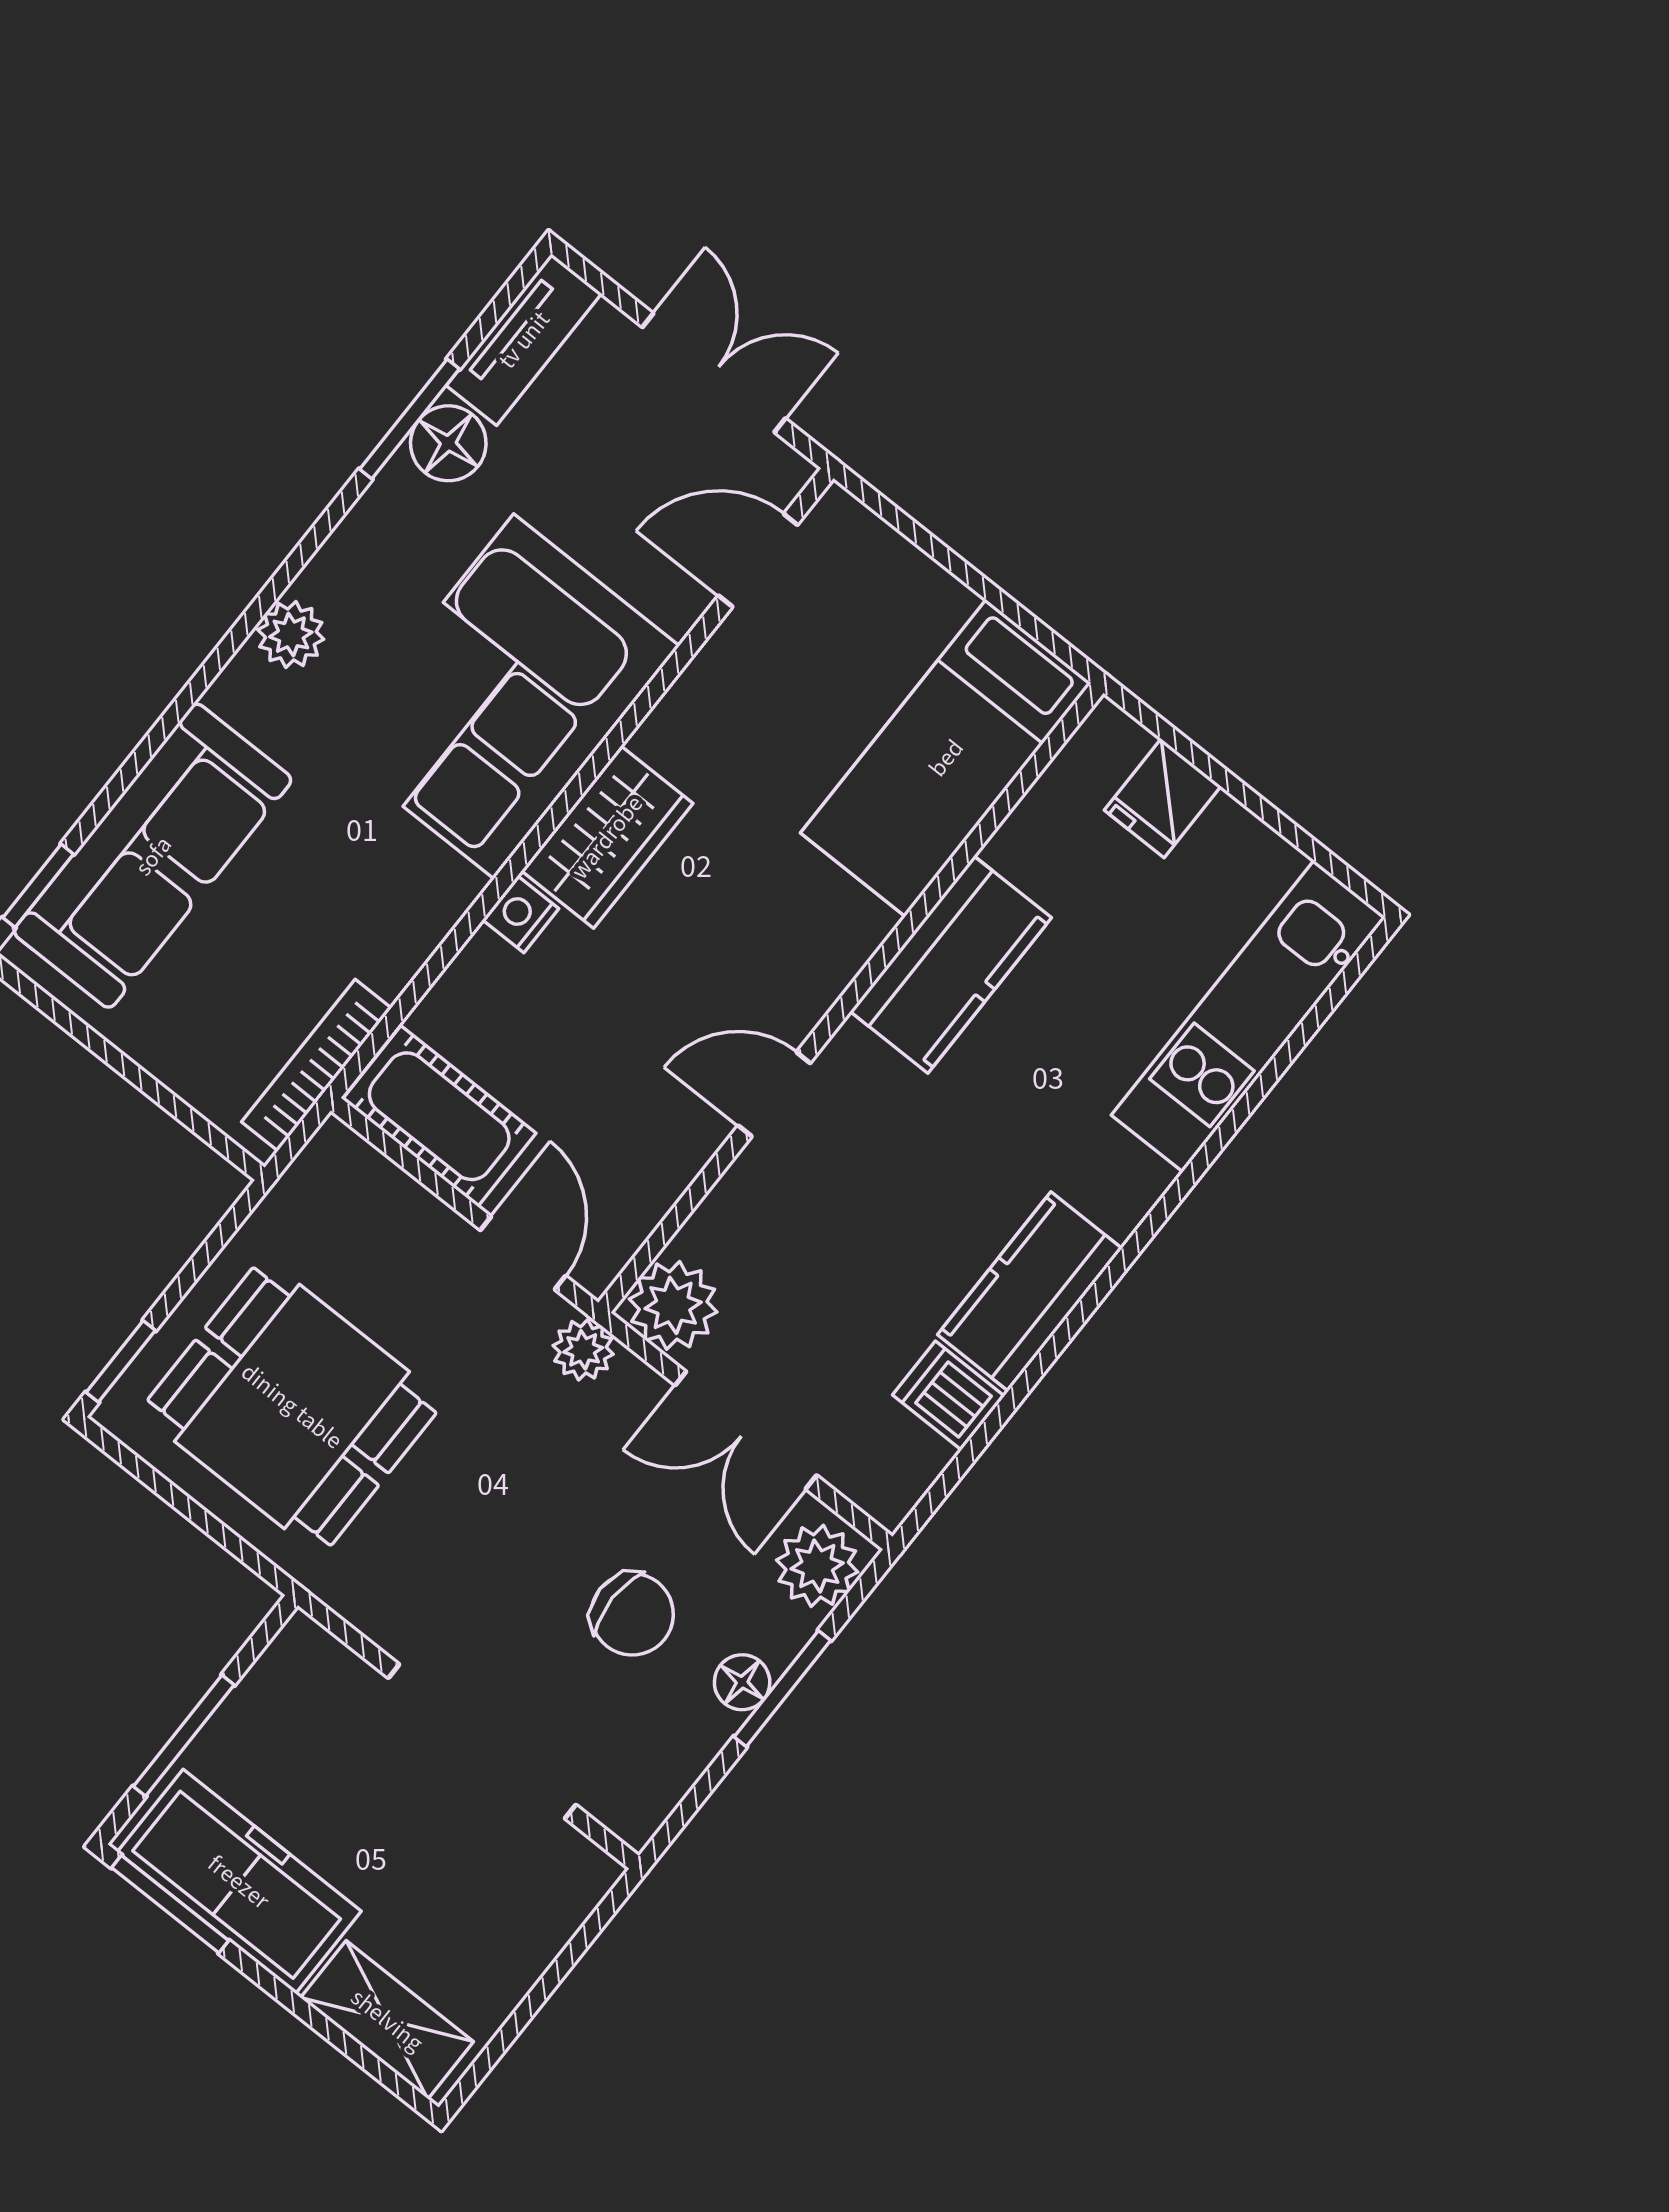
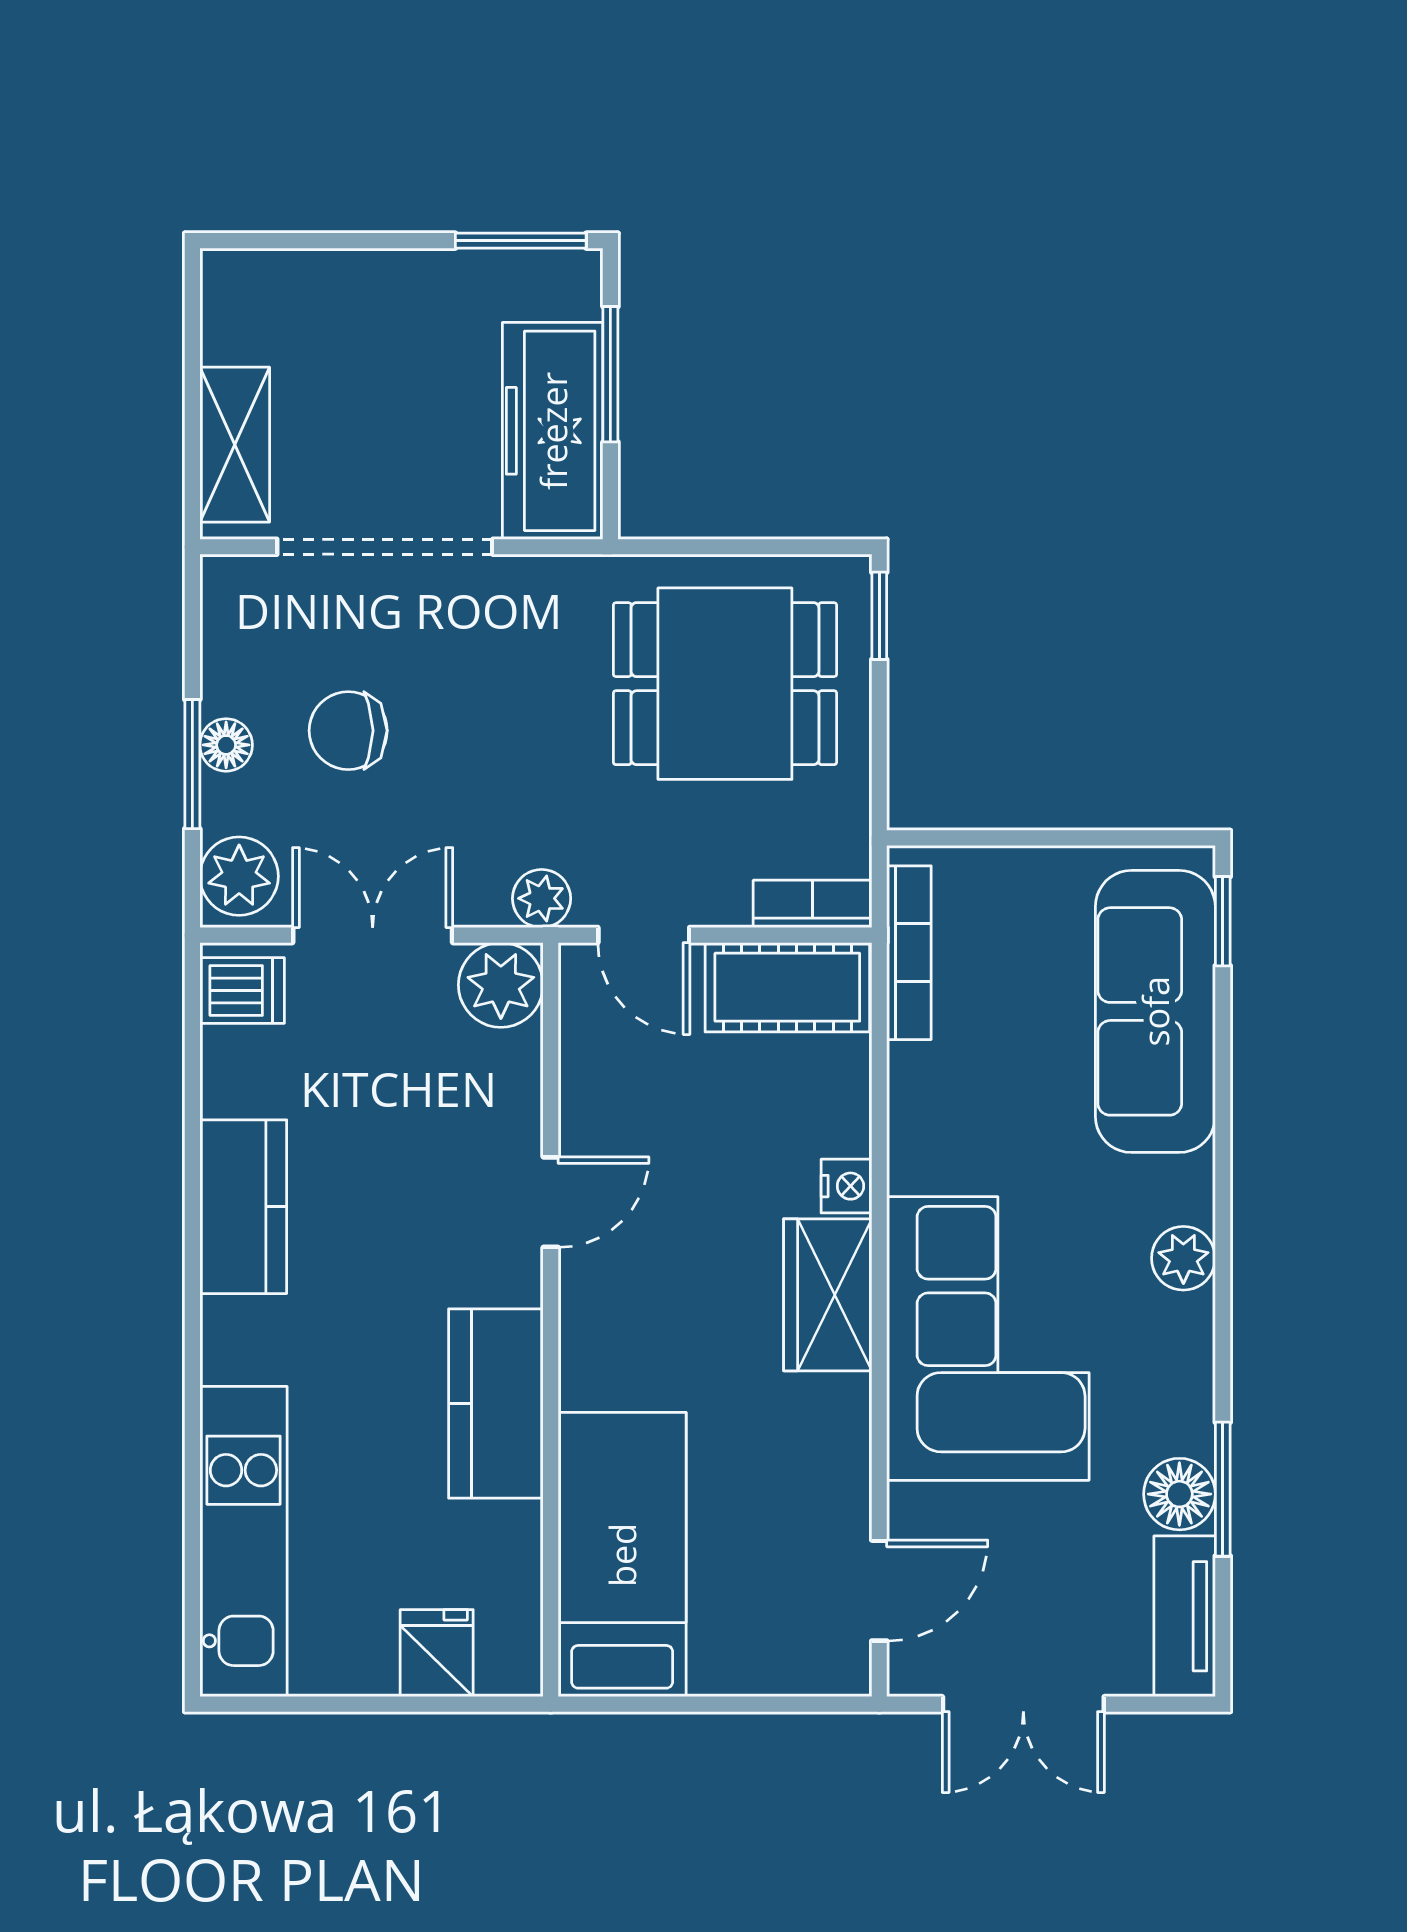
bookcase: (364, 1168) -> (812, 904), added
dishwasher: (949, 1396) -> (242, 990), moved
freezer: (239, 1882) -> (553, 431), moved, turned 90
shelving: (387, 2020) -> (235, 445), moved, turned 90

